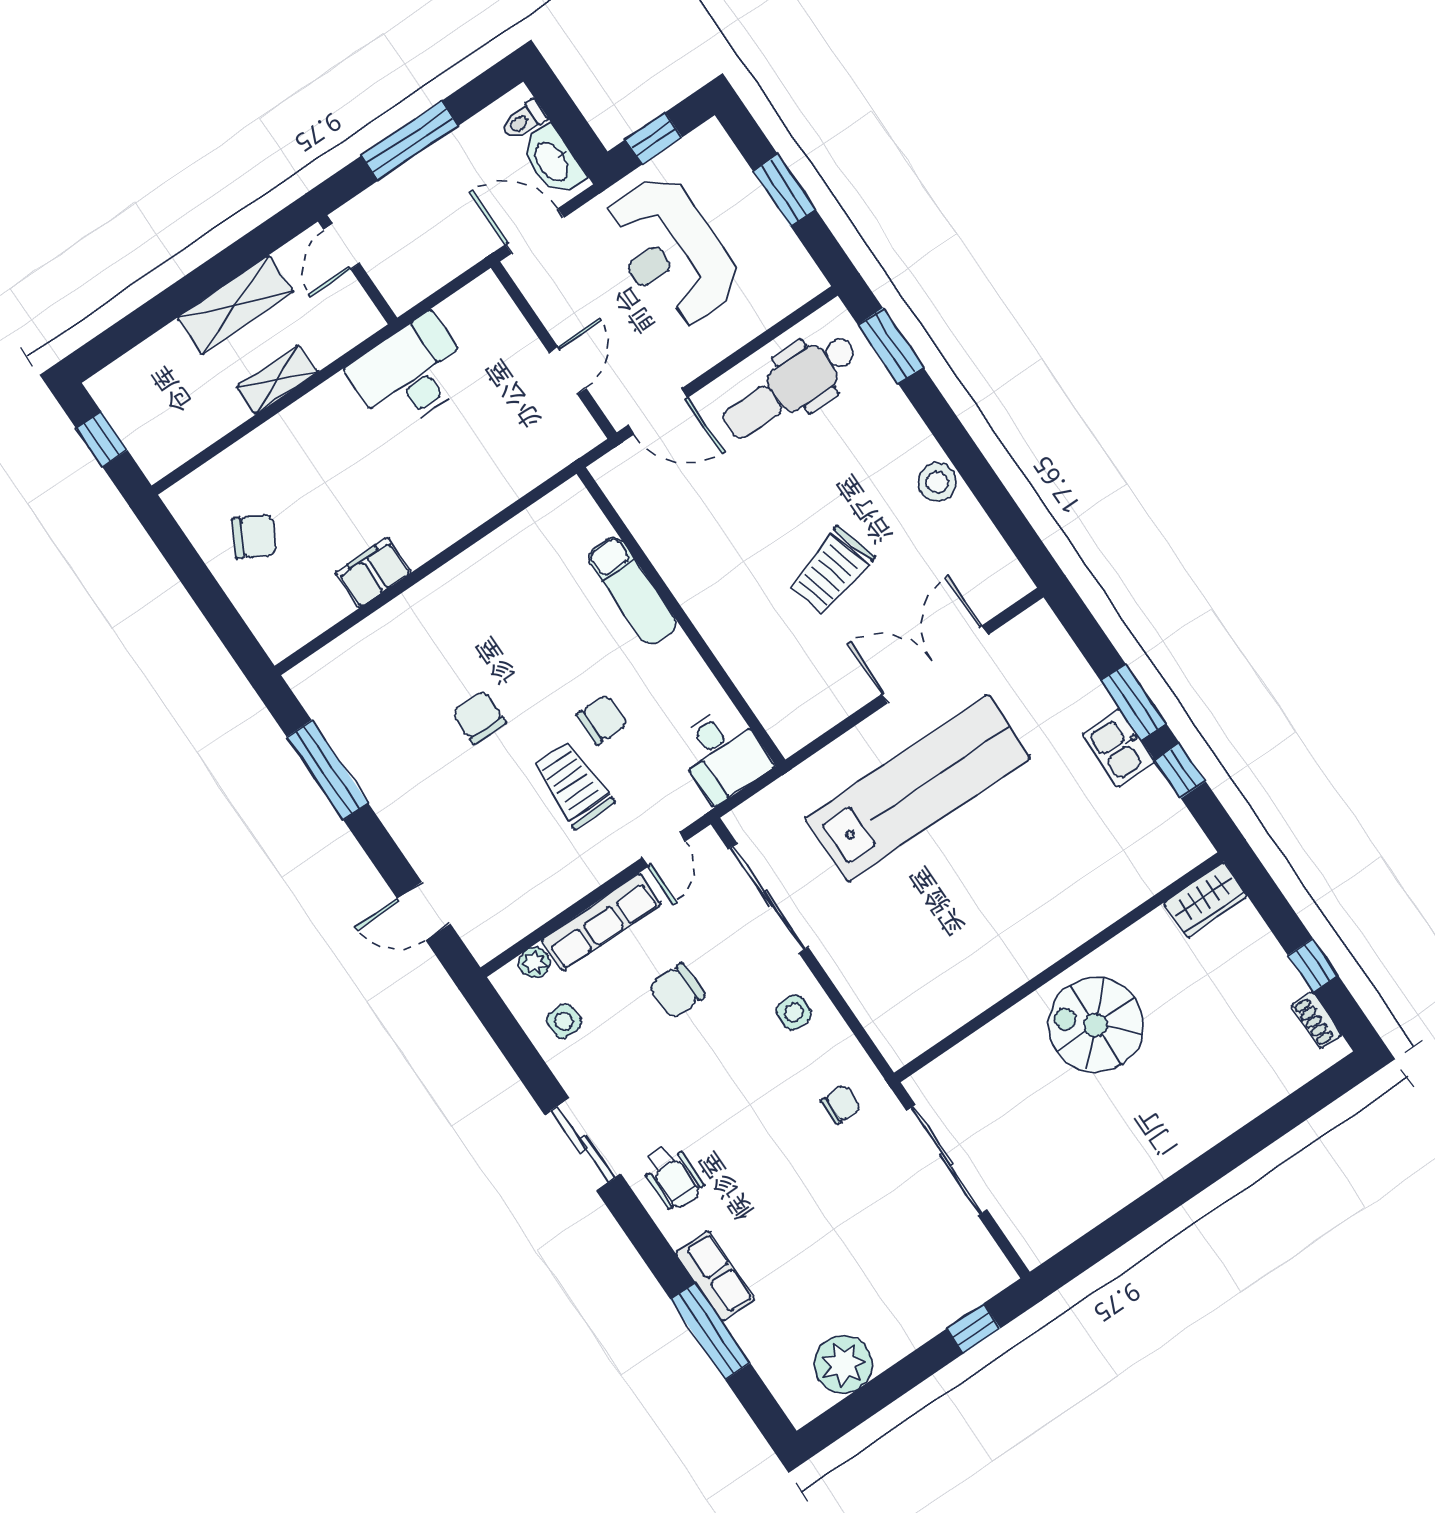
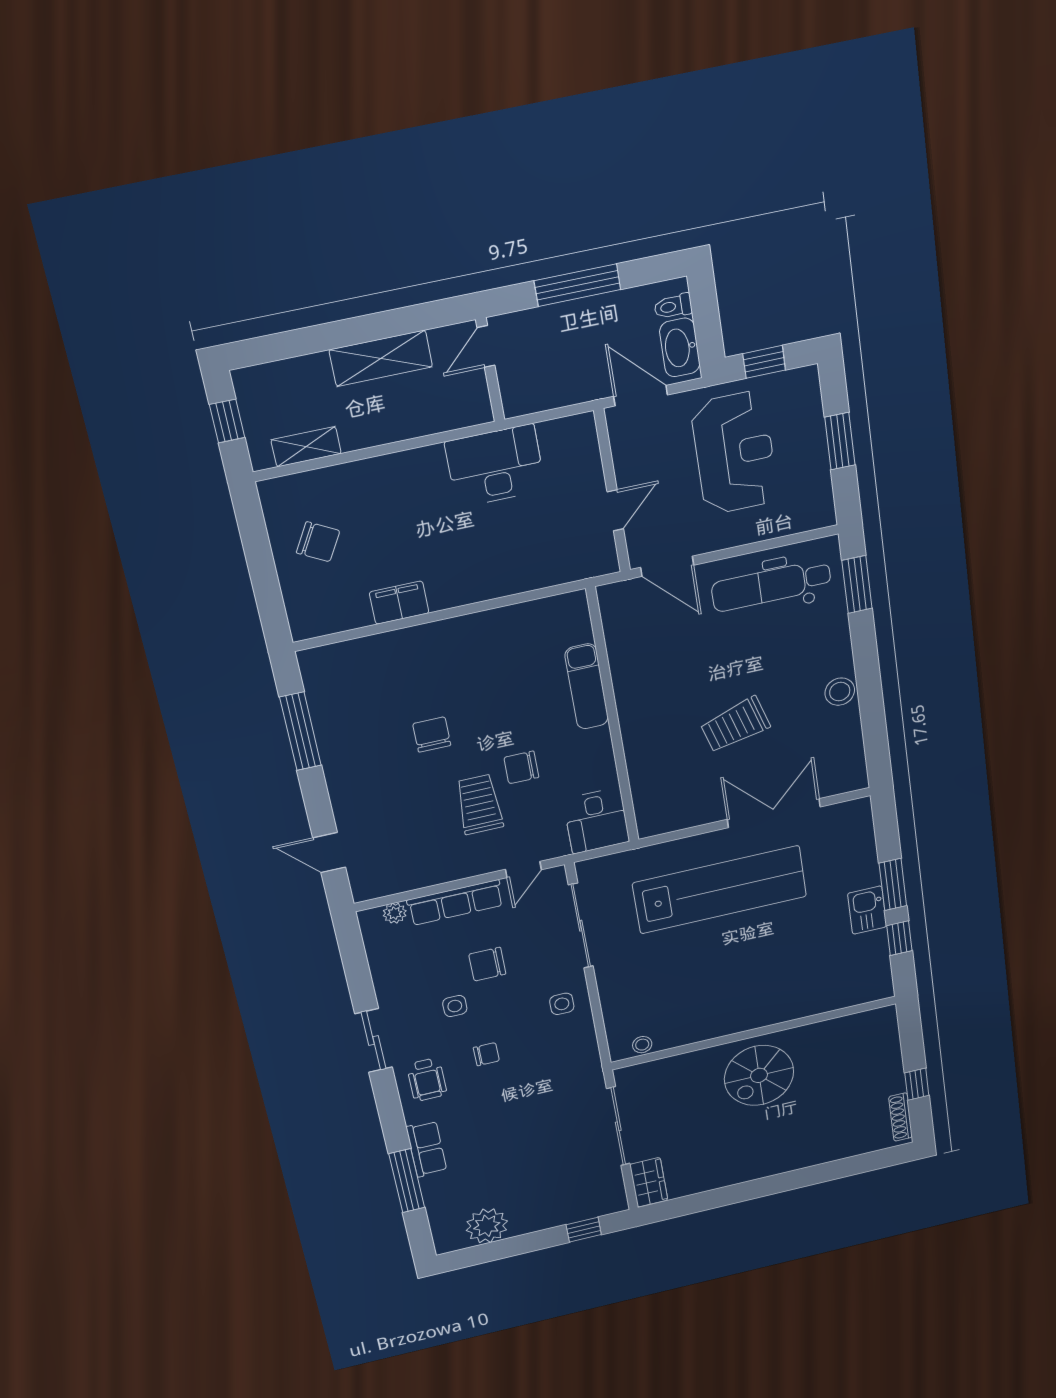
reception desk: (671, 252) -> (735, 453), turned 180
shelving: (277, 380) -> (306, 447), moved
chair: (602, 720) -> (521, 767), turned 180
wardrobe: (1206, 900) -> (649, 1182), moved, turned -90
shoe rack: (1316, 1020) -> (901, 1117), width x1.43
side table: (564, 1021) -> (455, 1006), moved
spiral stairs: (1096, 1025) -> (759, 1075), turned -90
stool: (922, 1034) -> (642, 1045), added
chair: (841, 1105) -> (486, 1054), moved

